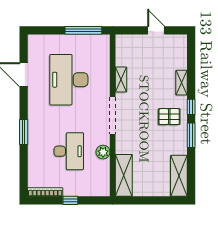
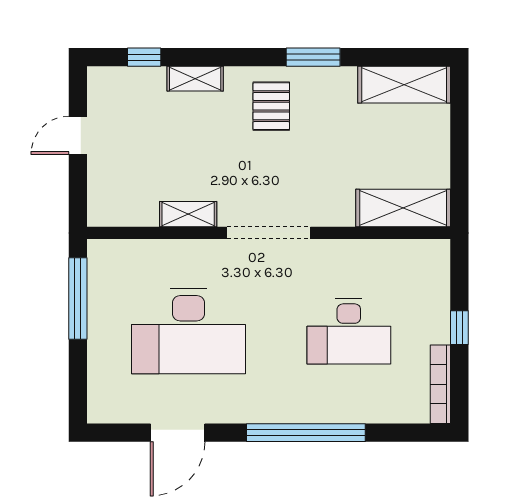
window: (191, 107) -> (144, 57), moved
window: (24, 132) -> (306, 433), width x2.11
desk: (69, 151) -> (349, 331), turned 180
plant: (103, 152) -> (351, 254), removed

